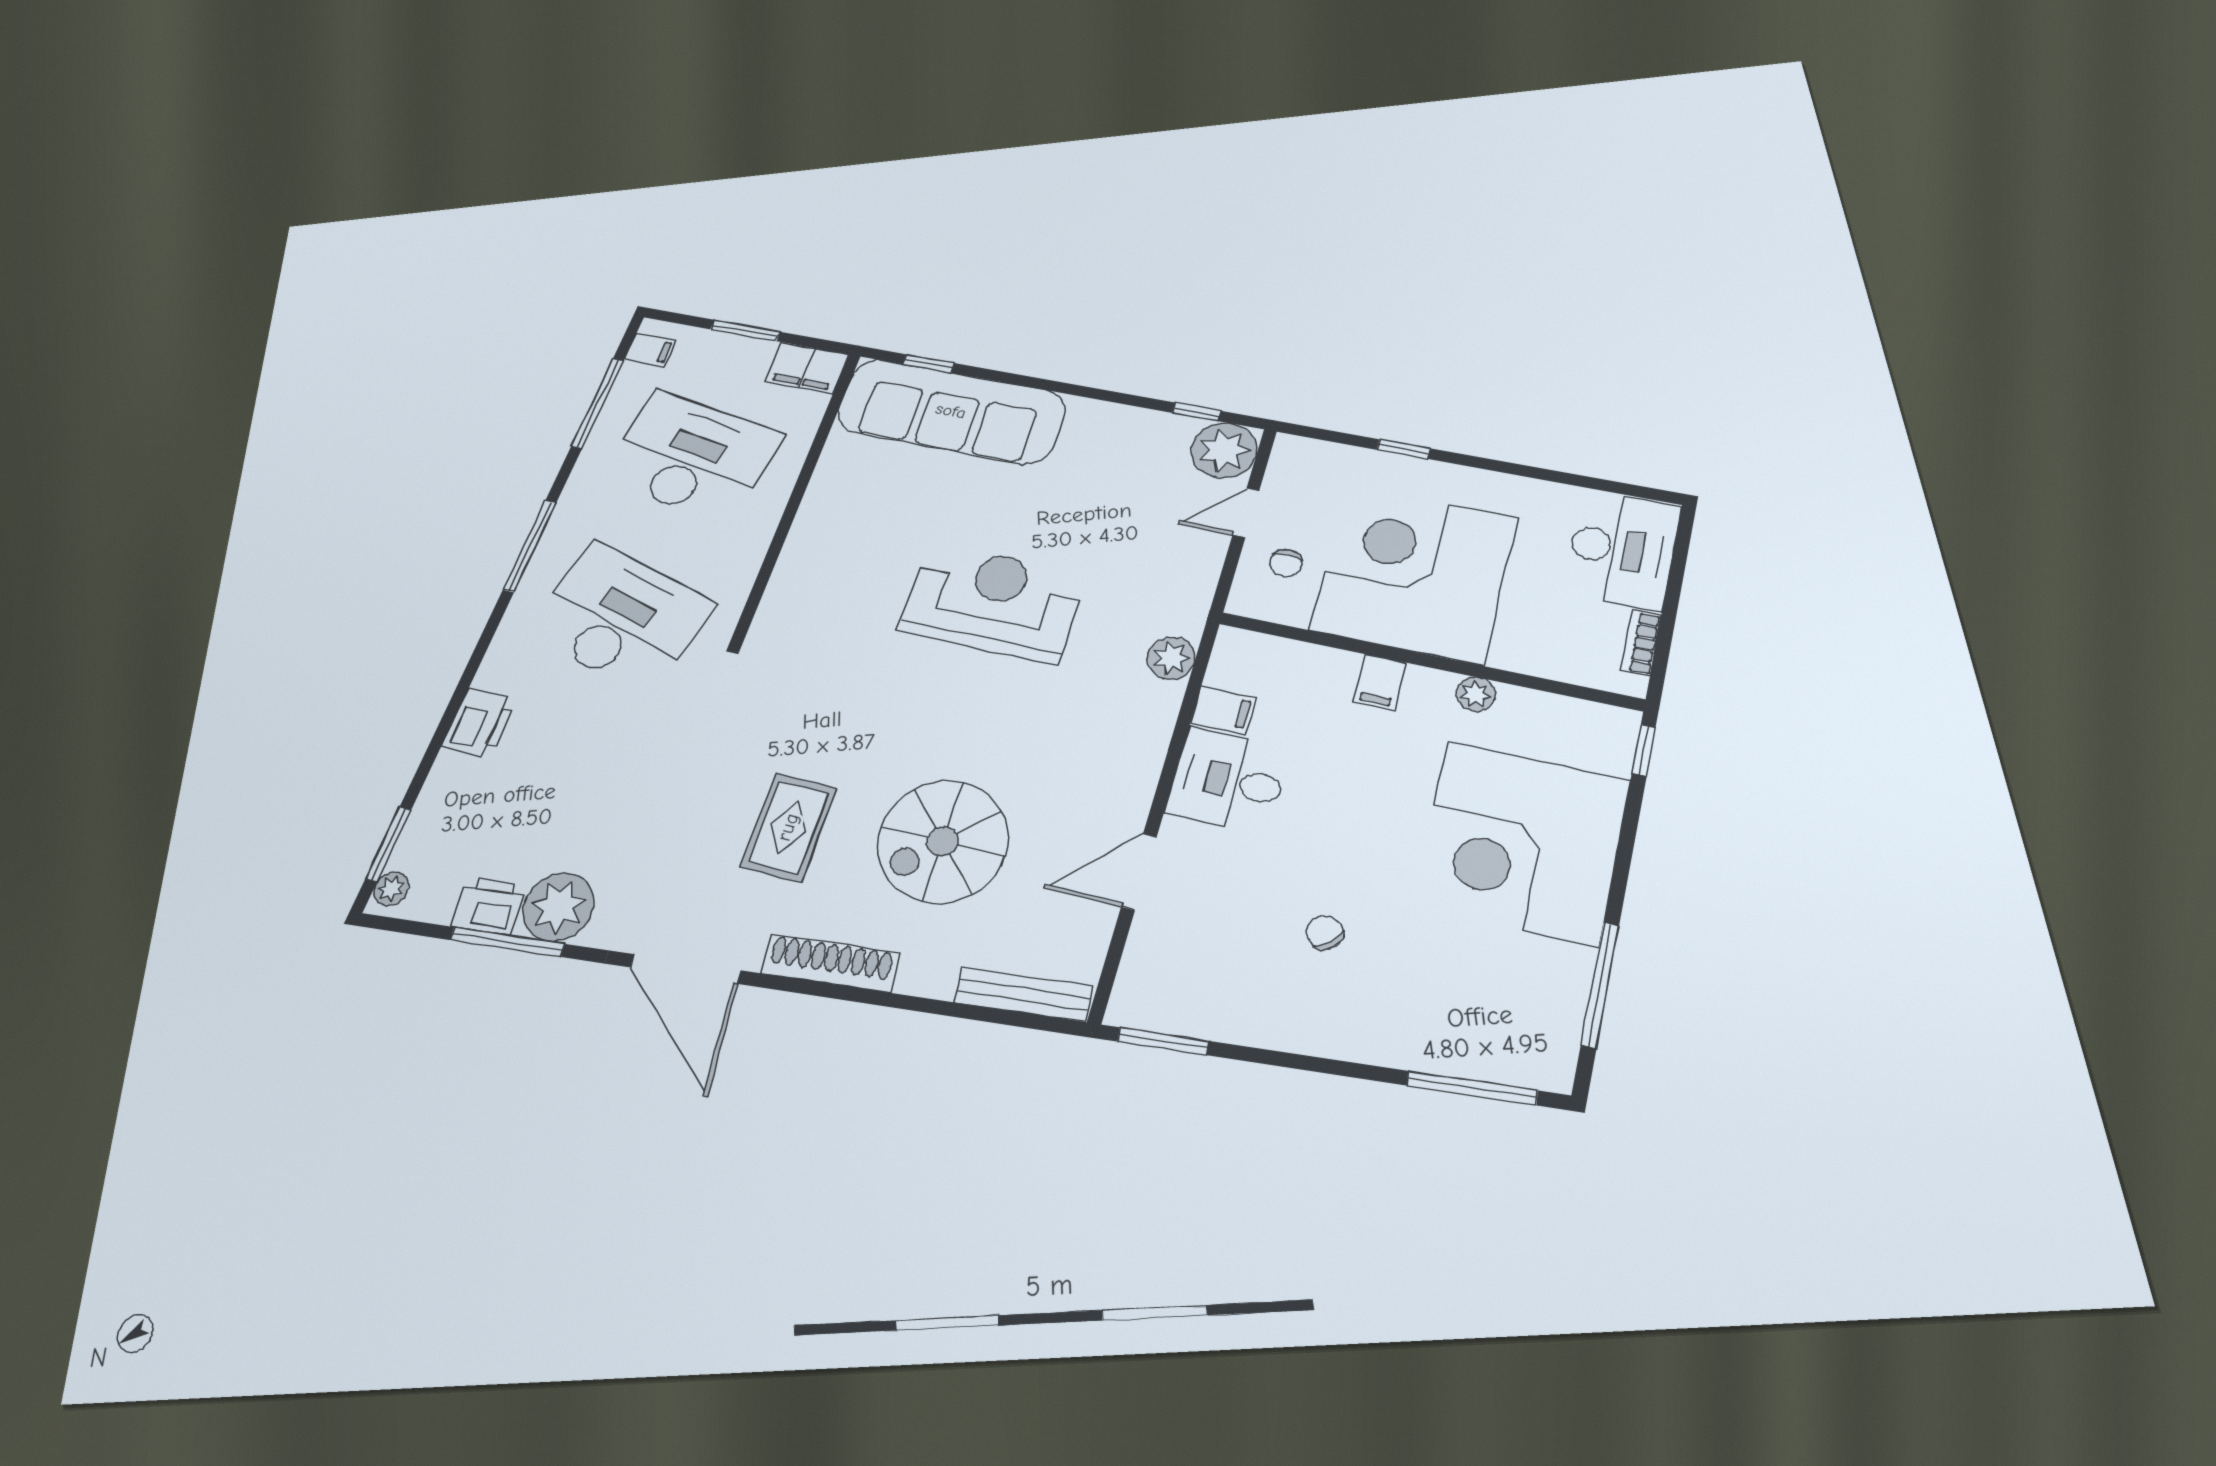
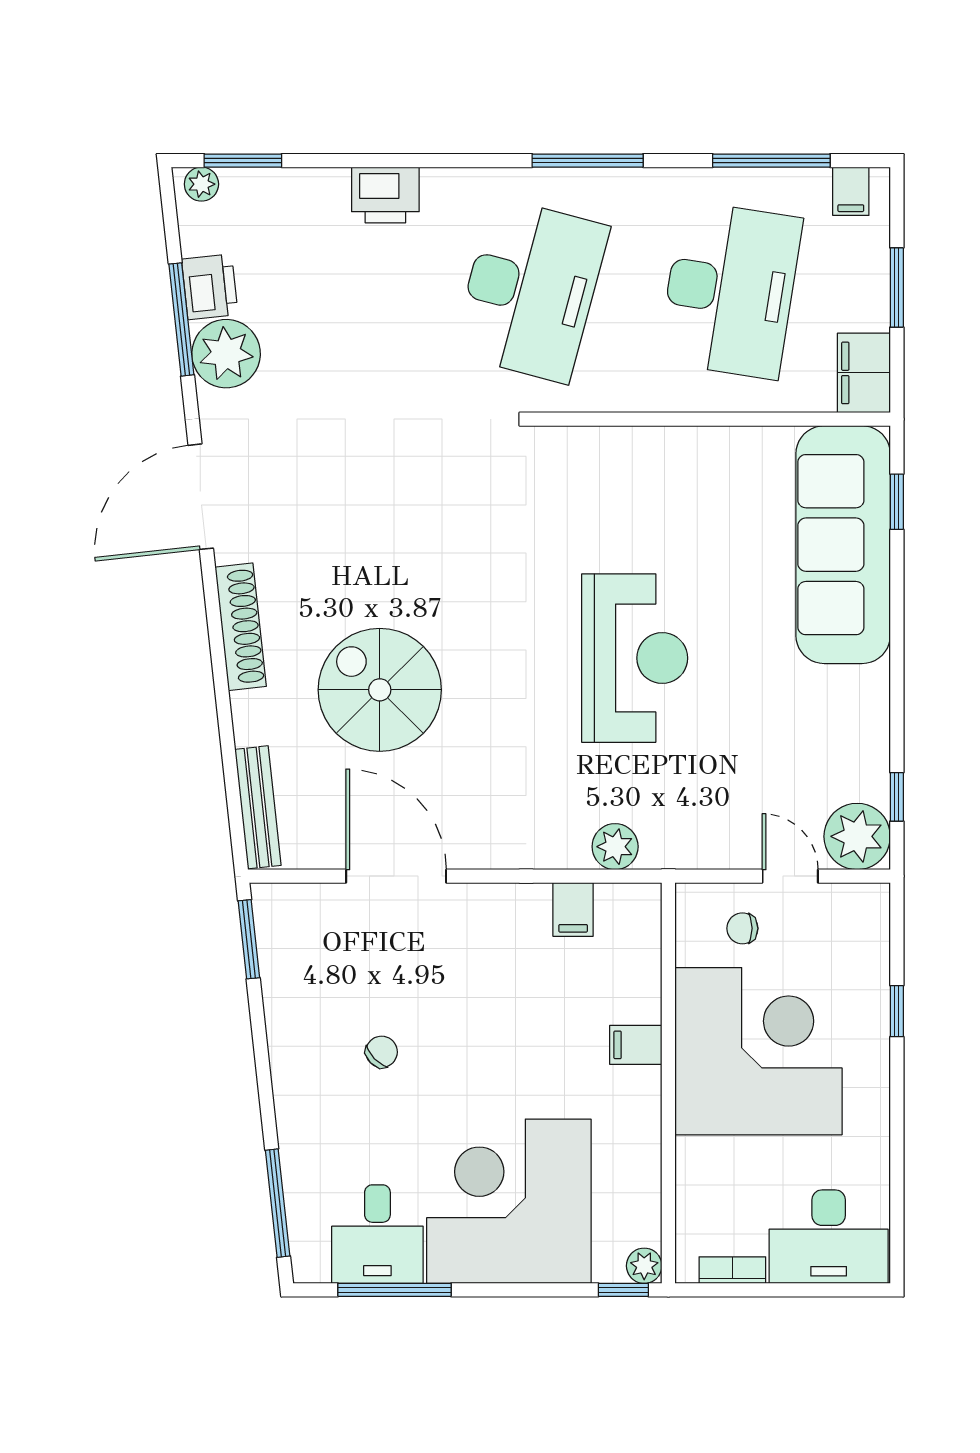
plant: (1476, 694) -> (644, 1266), moved
desk: (1228, 780) -> (377, 1234), moved, turned 180
rug: (788, 827) -> (357, 542), removed
door: (1139, 872) -> (396, 876), width x1.36

